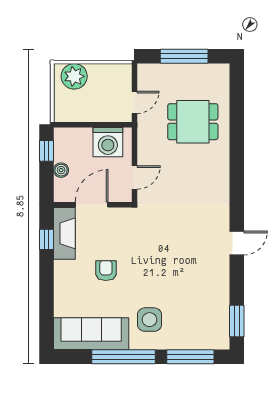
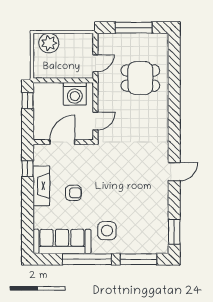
boiler: (61, 170) -> (39, 115), removed
fireplace: (64, 233) -> (41, 186), moved
armchair: (106, 271) -> (73, 193), turned 90

